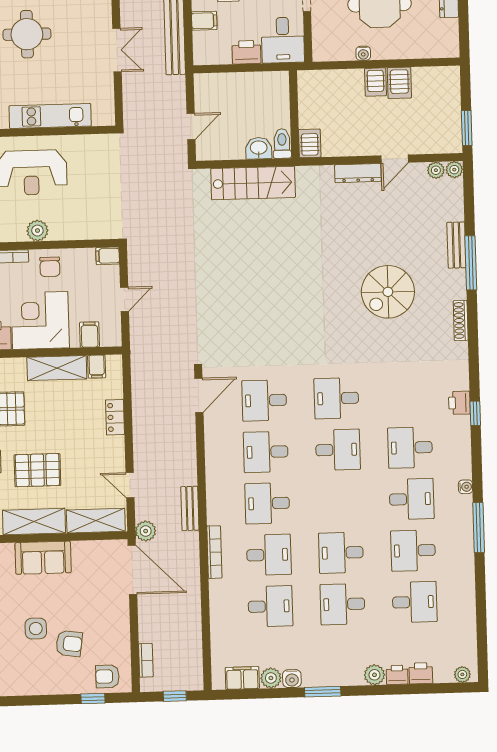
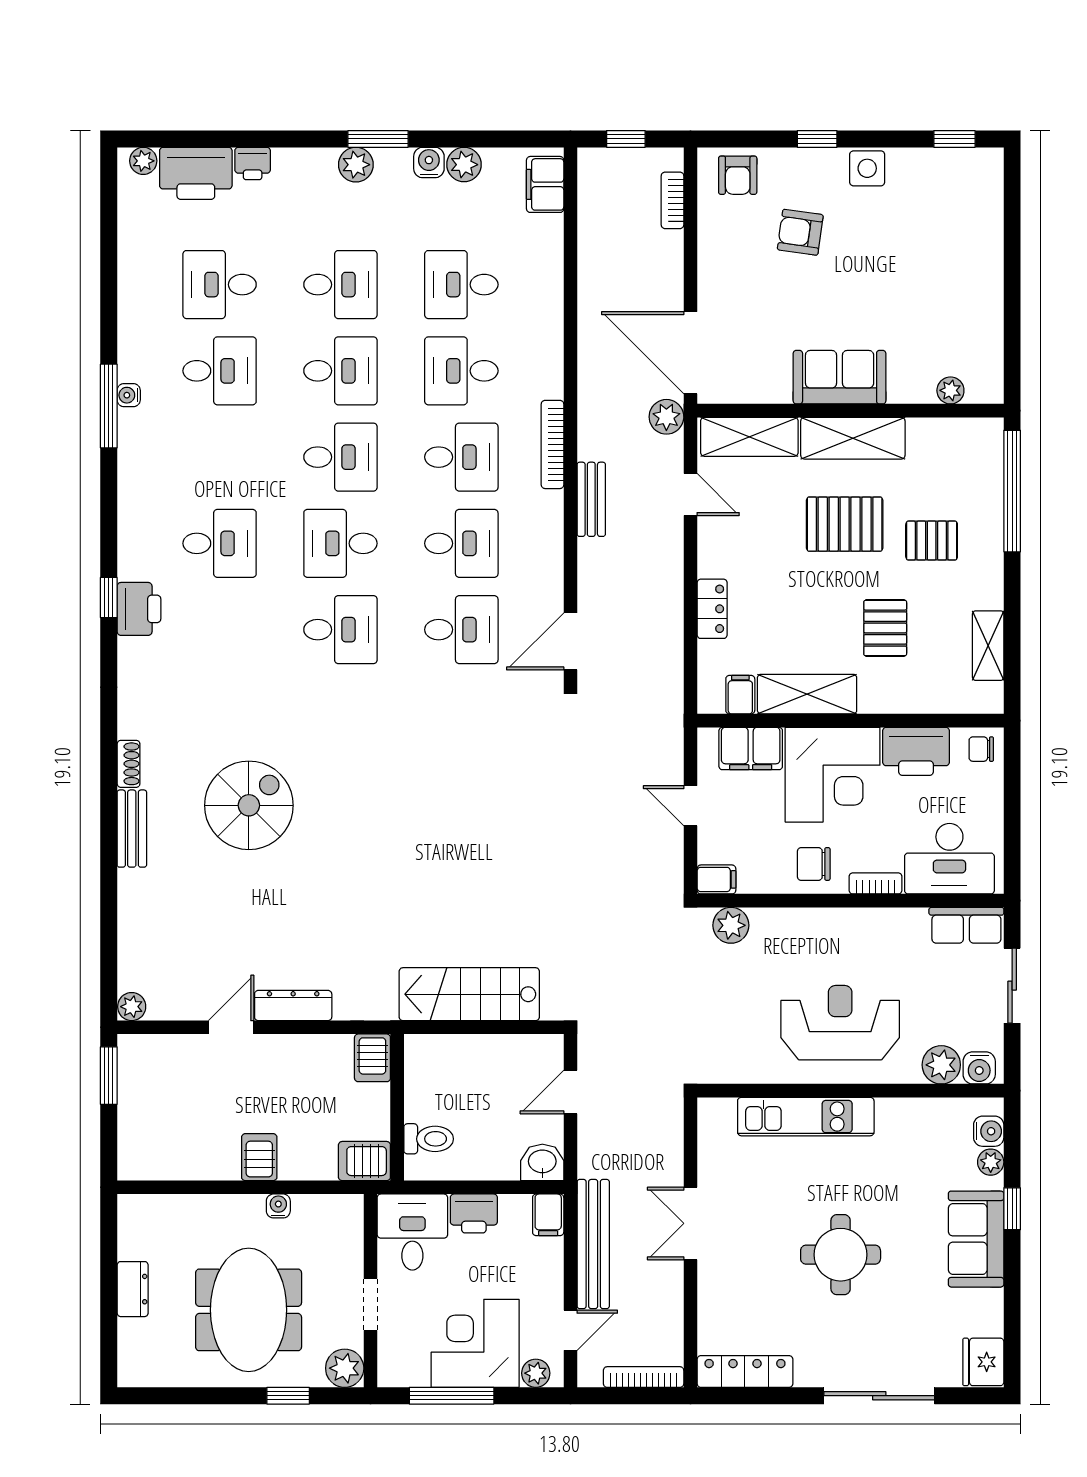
filing cabinet: (204, 21) -> (548, 1215), moved, turned -90
server rack: (399, 83) -> (364, 1161), moved, turned -90
toilet: (282, 144) -> (429, 1139), moved, turned -90
washbasin: (259, 148) -> (542, 1162), moved, turned 180
plant: (436, 170) -> (163, 1006), removed
plant: (37, 231) -> (731, 925), moved
bench: (456, 245) -> (132, 829), moved
window: (471, 263) -> (109, 850), removed
chair: (50, 267) -> (814, 864), turned -90
door: (124, 299) -> (690, 806), hinge flipped
shoe rack: (461, 320) -> (129, 764), width x0.70
filing cabinet: (90, 335) -> (751, 749), width x2.00
printer: (459, 403) -> (139, 609), width x1.36, depth x1.24
water cooler: (465, 487) -> (129, 395), moved
desk: (412, 499) -> (340, 457), moved, turned 180
bench: (190, 508) -> (591, 499), moved
bookcase: (214, 552) -> (553, 444), moved
side table: (36, 629) -> (867, 168), moved
printer: (421, 673) -> (196, 173), width x1.87, depth x1.48
plant: (374, 675) -> (356, 165), moved
armchair: (107, 676) -> (738, 175), turned 90
filing cabinet: (242, 678) -> (545, 184), moved, turned 90
window: (93, 699) -> (817, 139), moved

